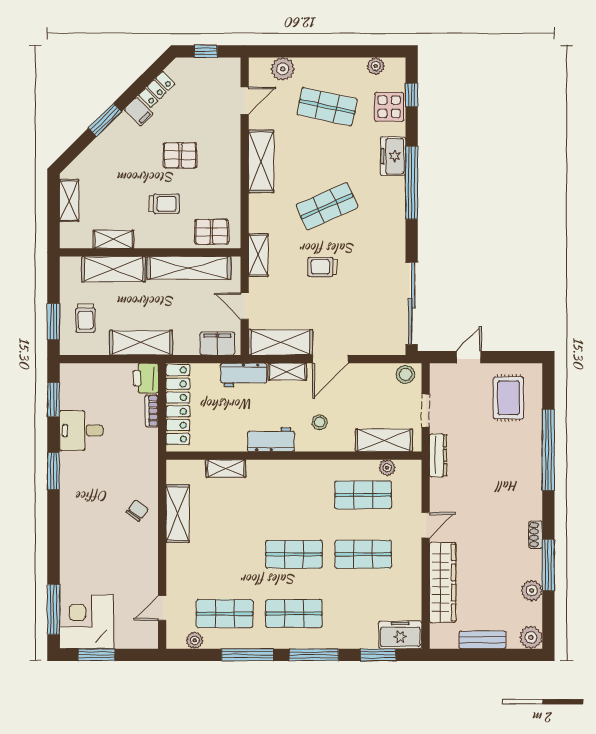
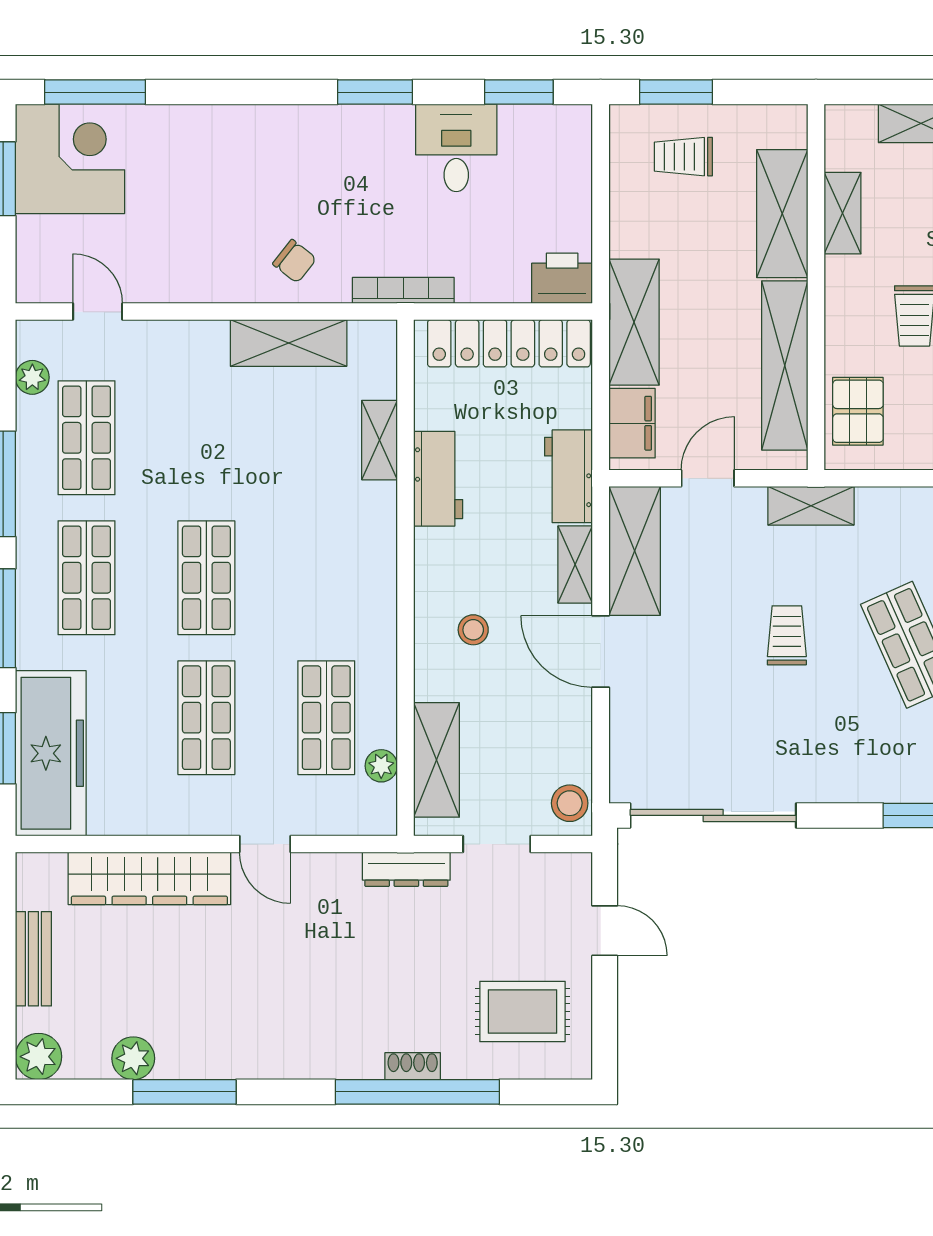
shelving: (141, 343) -> (634, 322), moved
bookcase: (152, 411) -> (403, 290), moved, width x1.56
workbench: (271, 440) -> (438, 479), moved
shoe rack: (536, 535) -> (413, 1066), moved
freezer: (400, 635) -> (51, 753), width x1.91, depth x1.26

